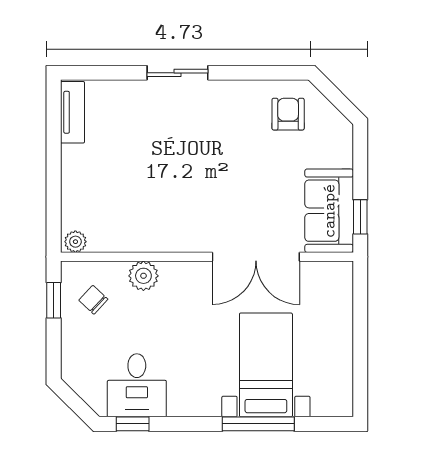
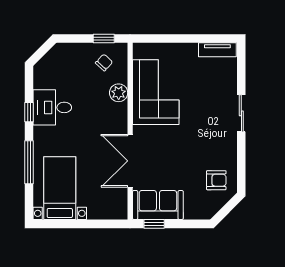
corner sofa: (142, 214) -> (156, 92), added
plant: (75, 242) -> (139, 52), removed
bed with nightstands: (266, 365) -> (60, 188), moved, turned -90
desk: (137, 385) -> (52, 107), moved
window: (133, 424) -> (29, 112), moved

